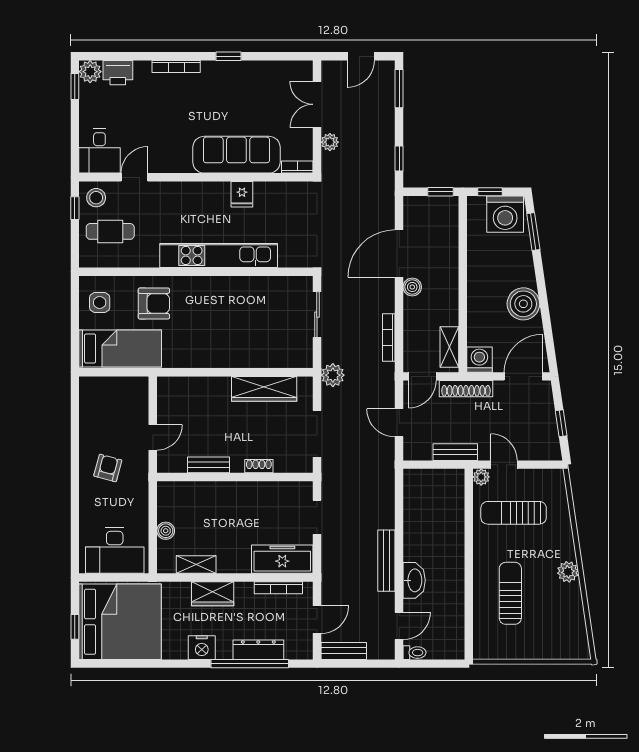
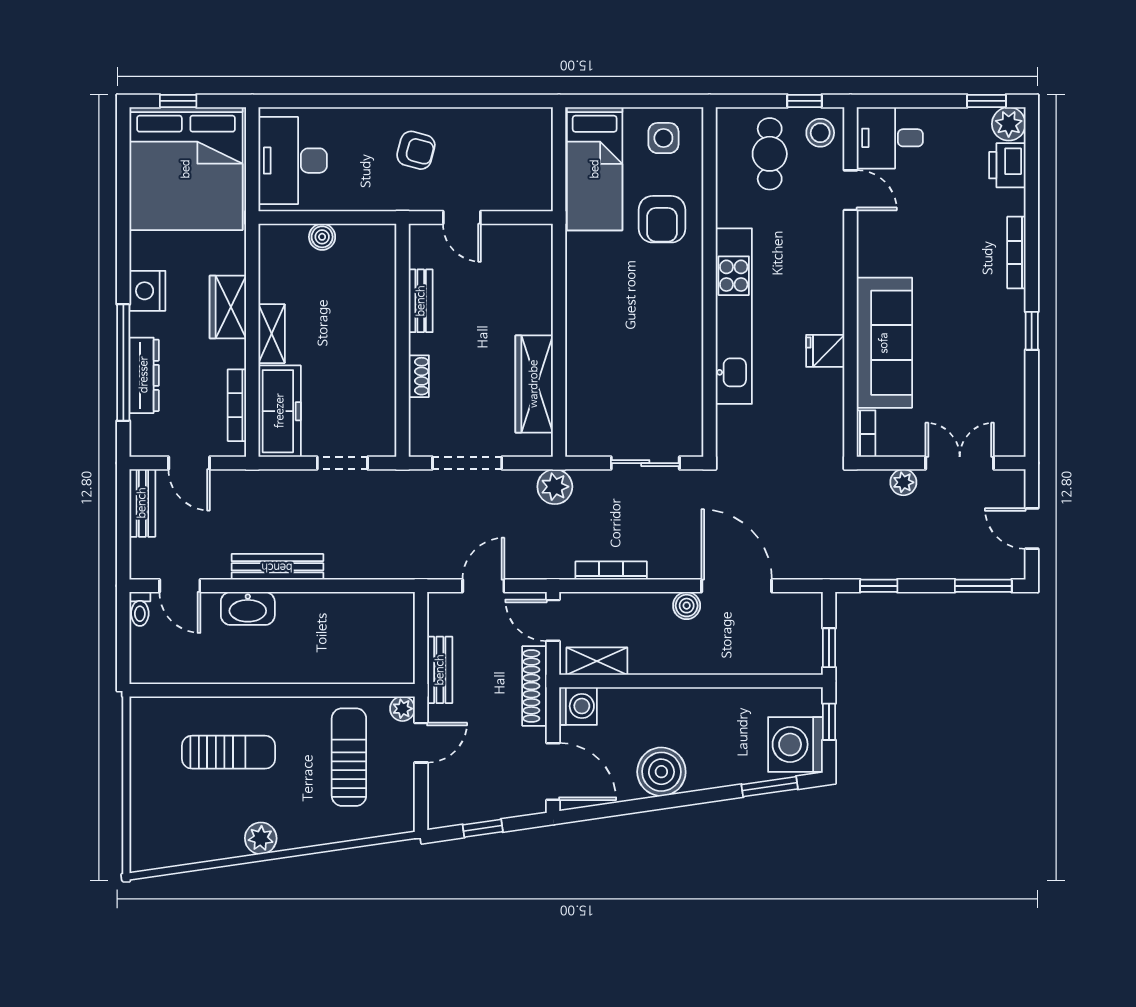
shelving: (196, 565) -> (272, 334), moved

